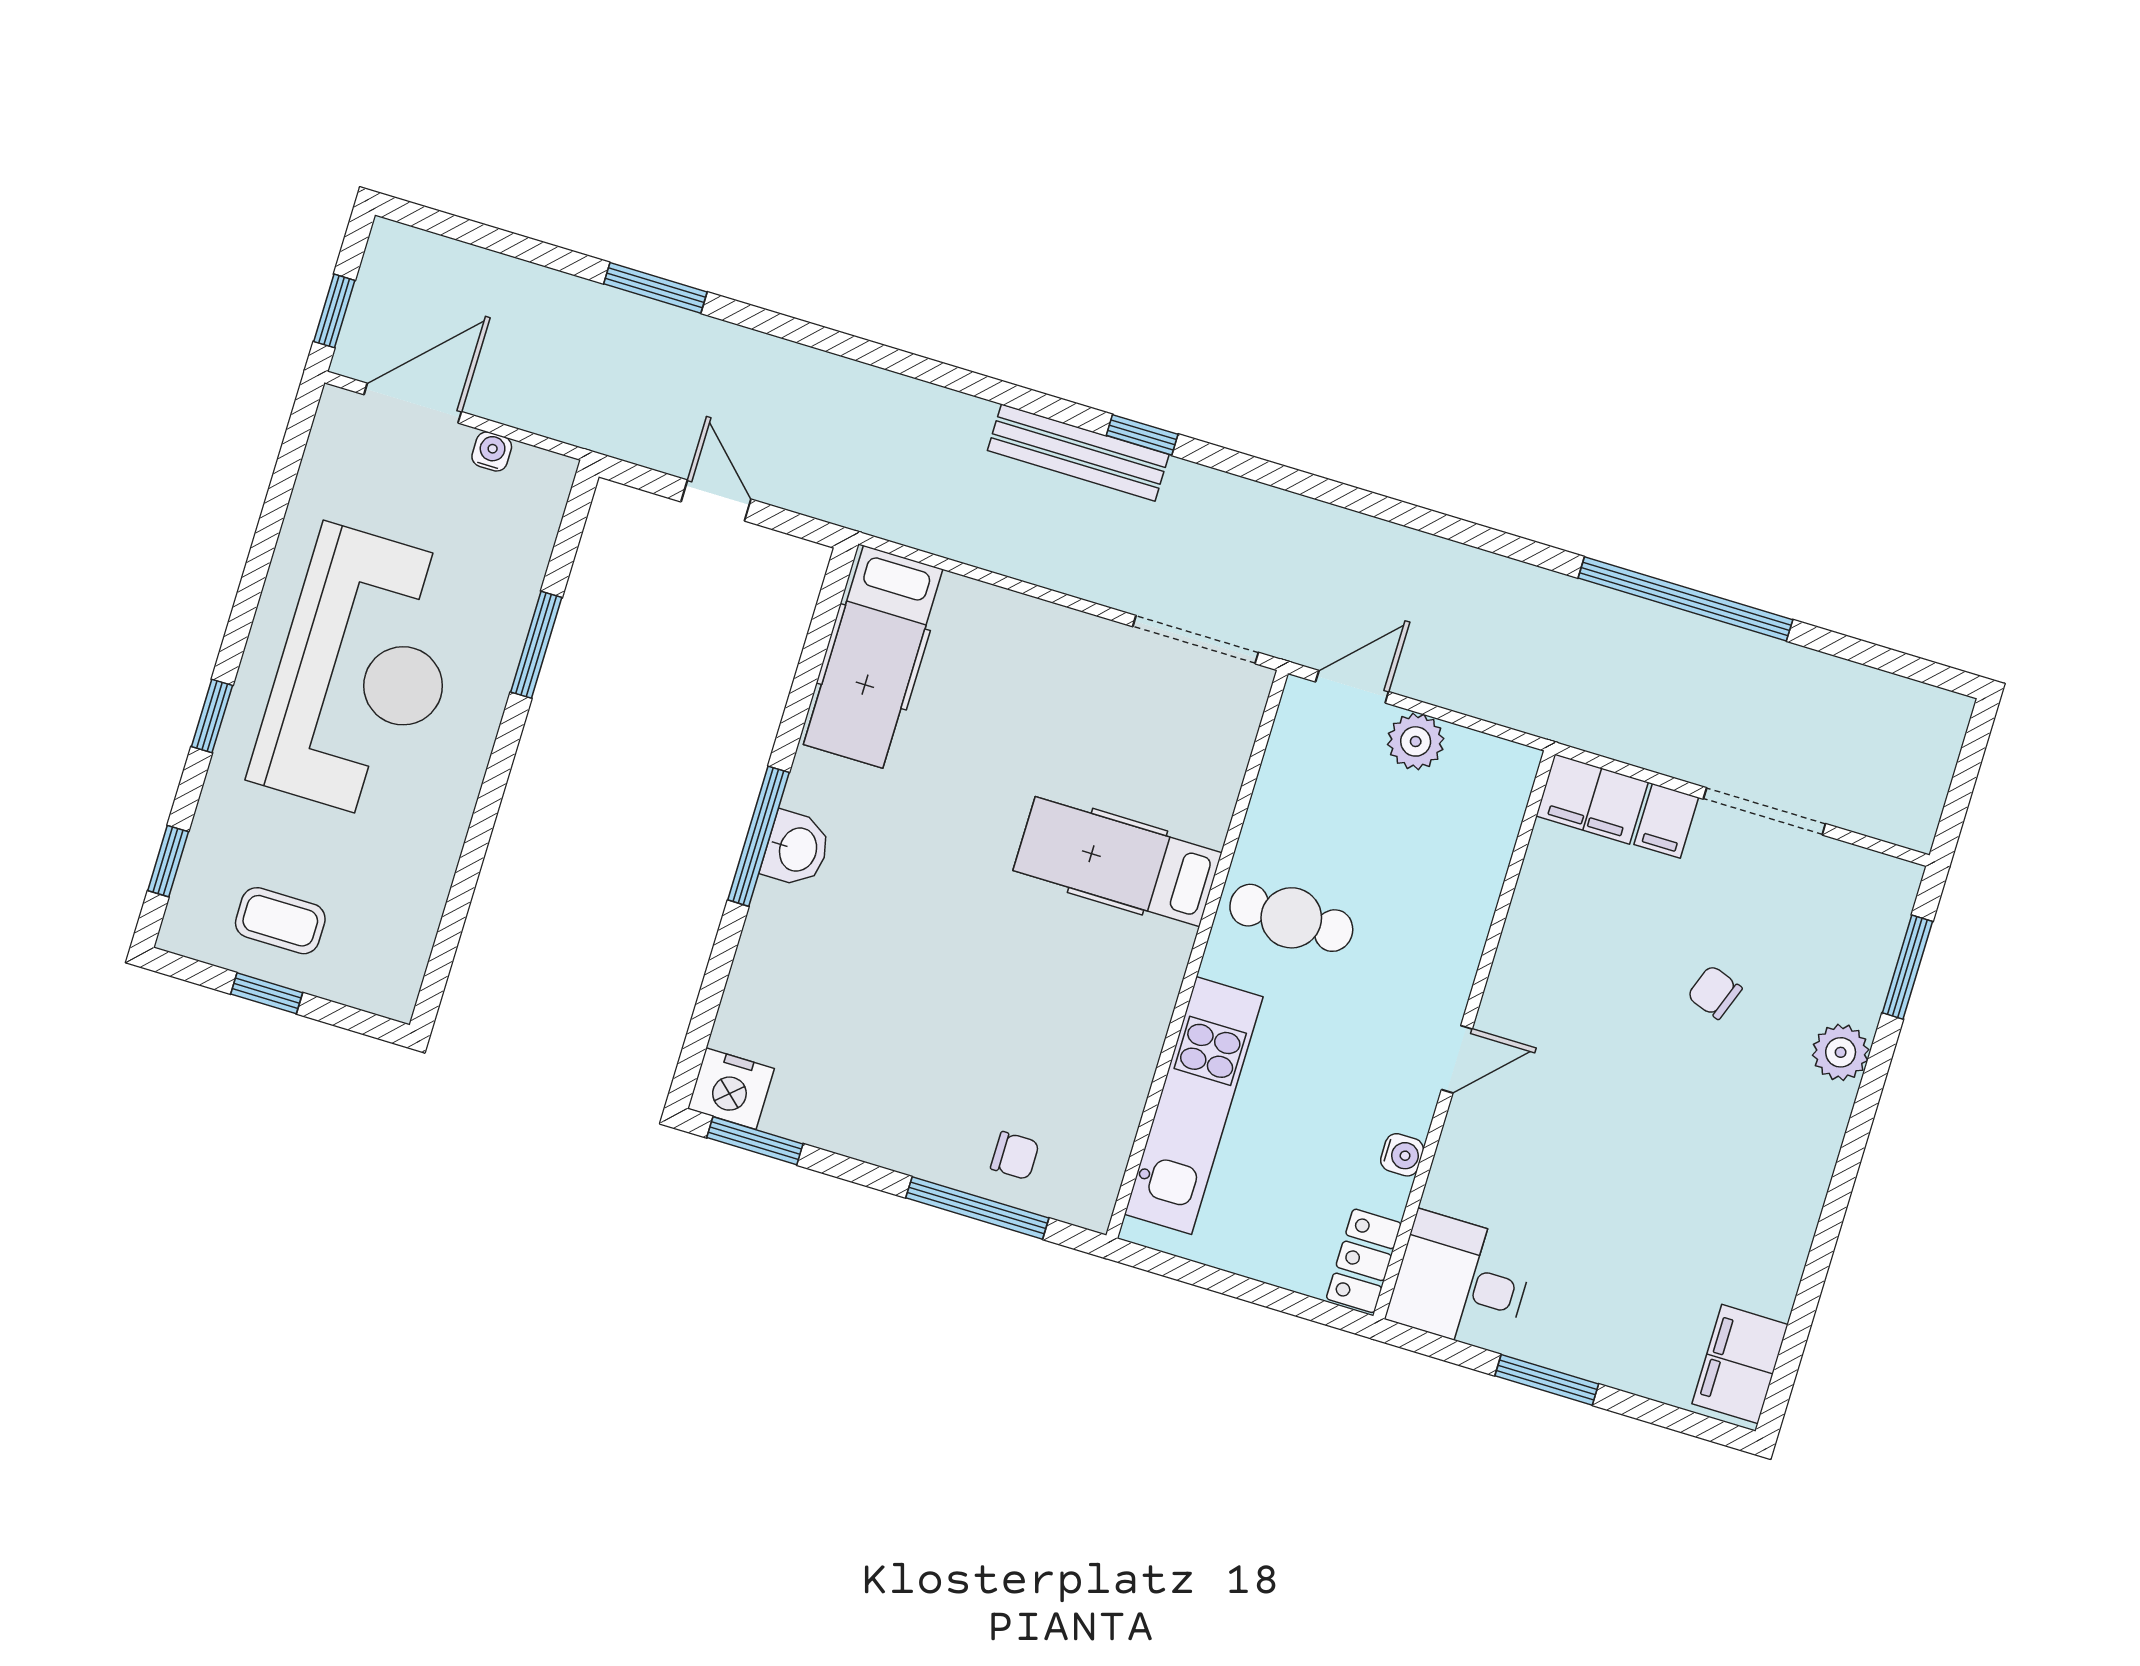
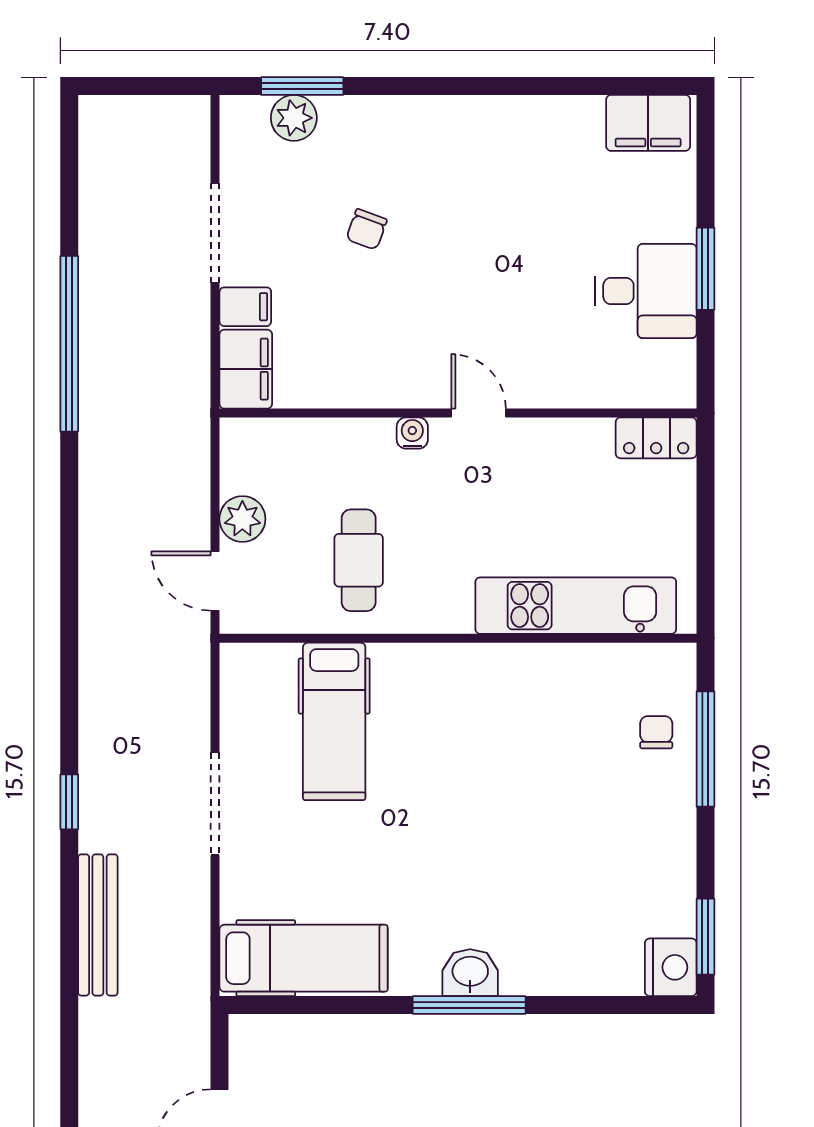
bench: (1078, 453) -> (98, 925), moved
doorway: (1196, 640) -> (215, 804), moved
hospital bed: (1118, 862) -> (334, 721), moved
cafe table: (1291, 918) -> (359, 560), moved
plant: (1841, 1052) -> (294, 118), moved
water cooler: (1402, 1155) -> (412, 433), moved
desk: (1461, 1282) -> (646, 291), moved, turned -90

